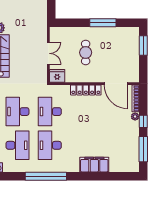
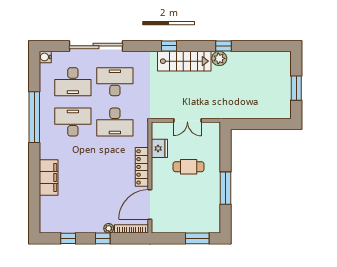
fridge: (57, 76) -> (159, 148), moved
desk: (50, 112) -> (115, 122), turned 180
window: (143, 149) -> (68, 238), width x0.46

